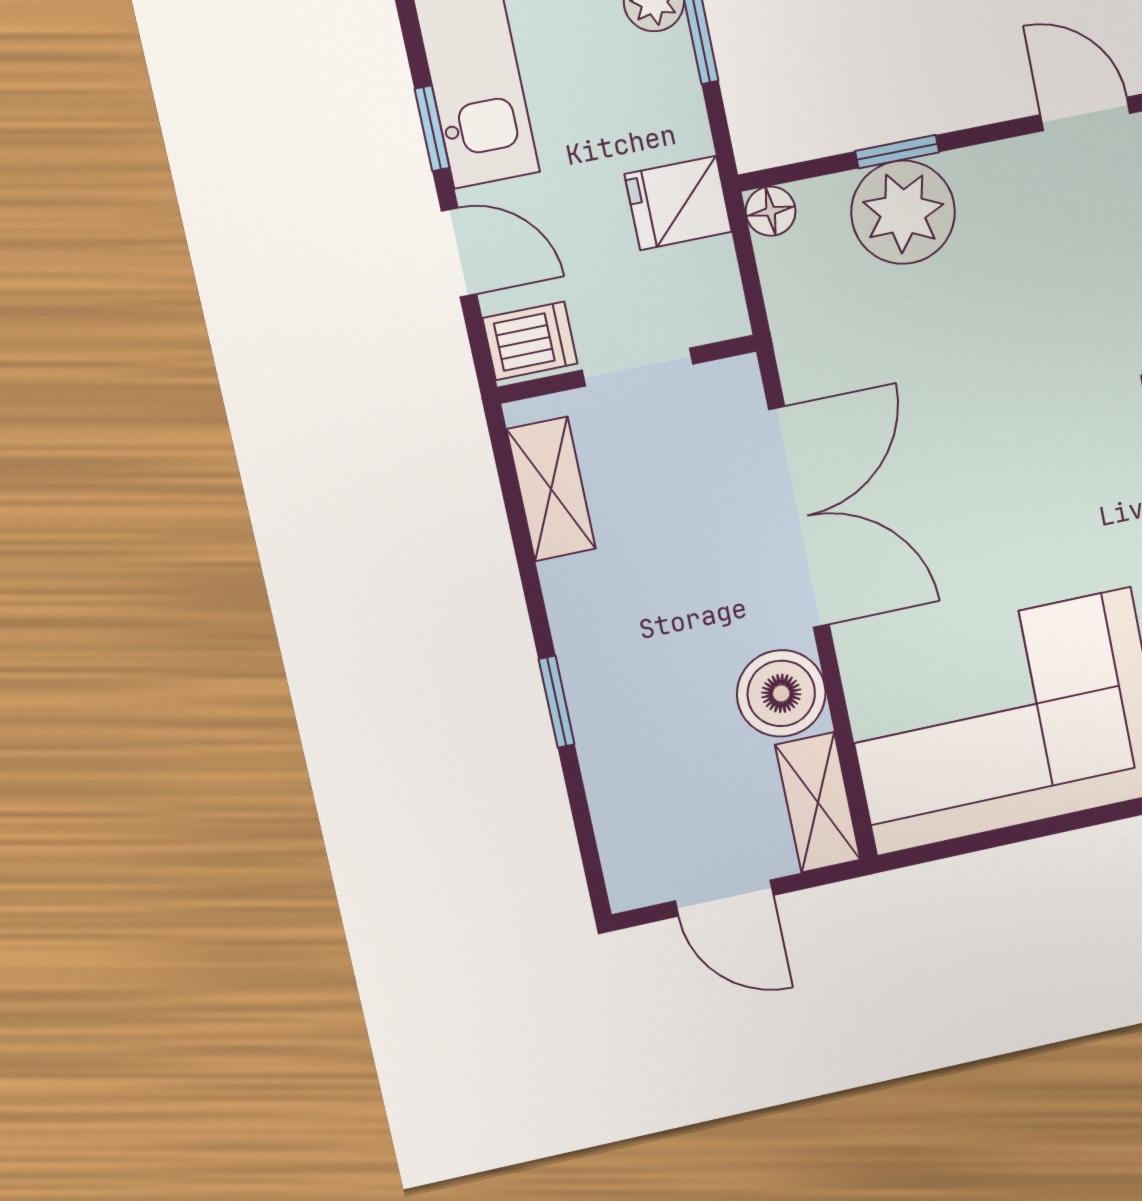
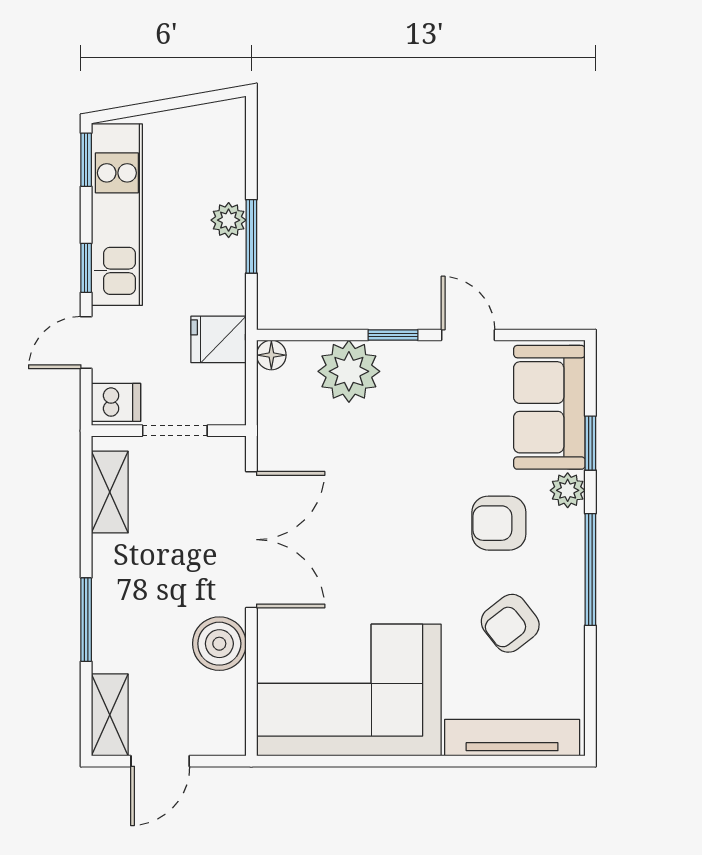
window: (897, 152) -> (393, 335), moved
door: (459, 252) -> (86, 343), swing flipped
window: (557, 702) -> (86, 620), width x1.50
shelving: (818, 802) -> (110, 715), moved
door: (724, 898) -> (160, 761), hinge flipped

